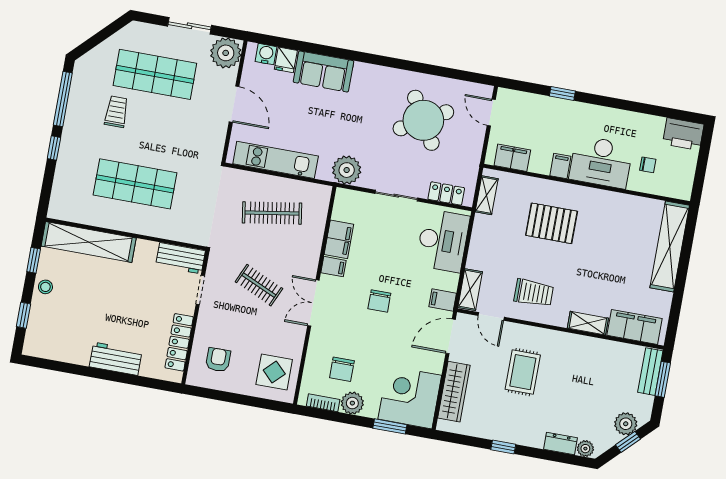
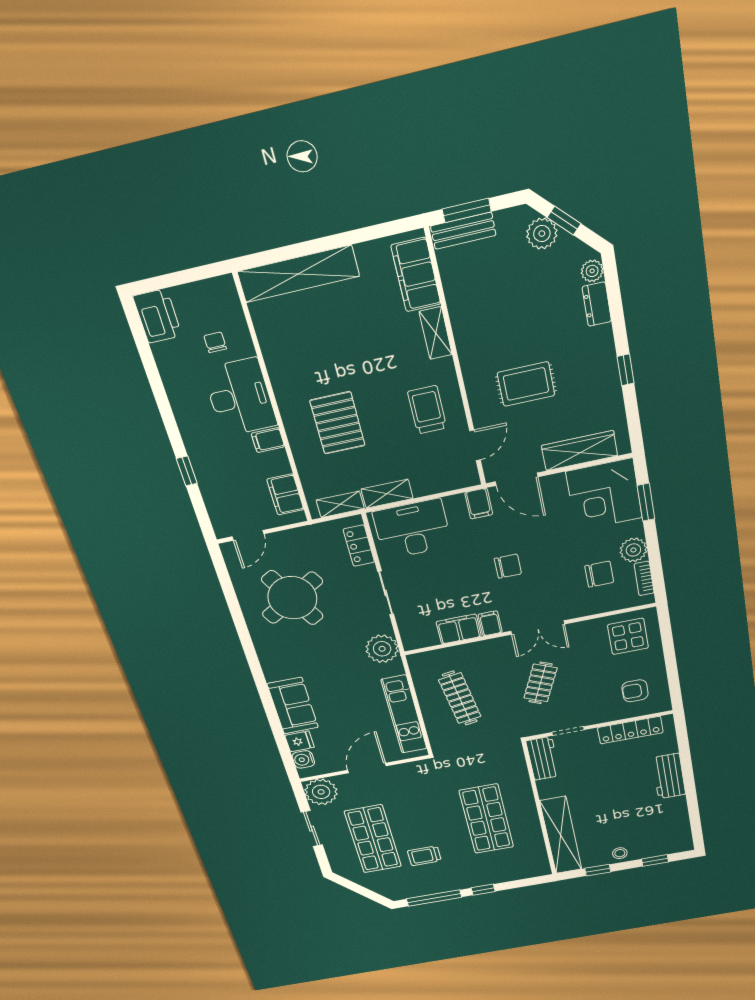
shelving: (470, 290) -> (387, 494), moved

